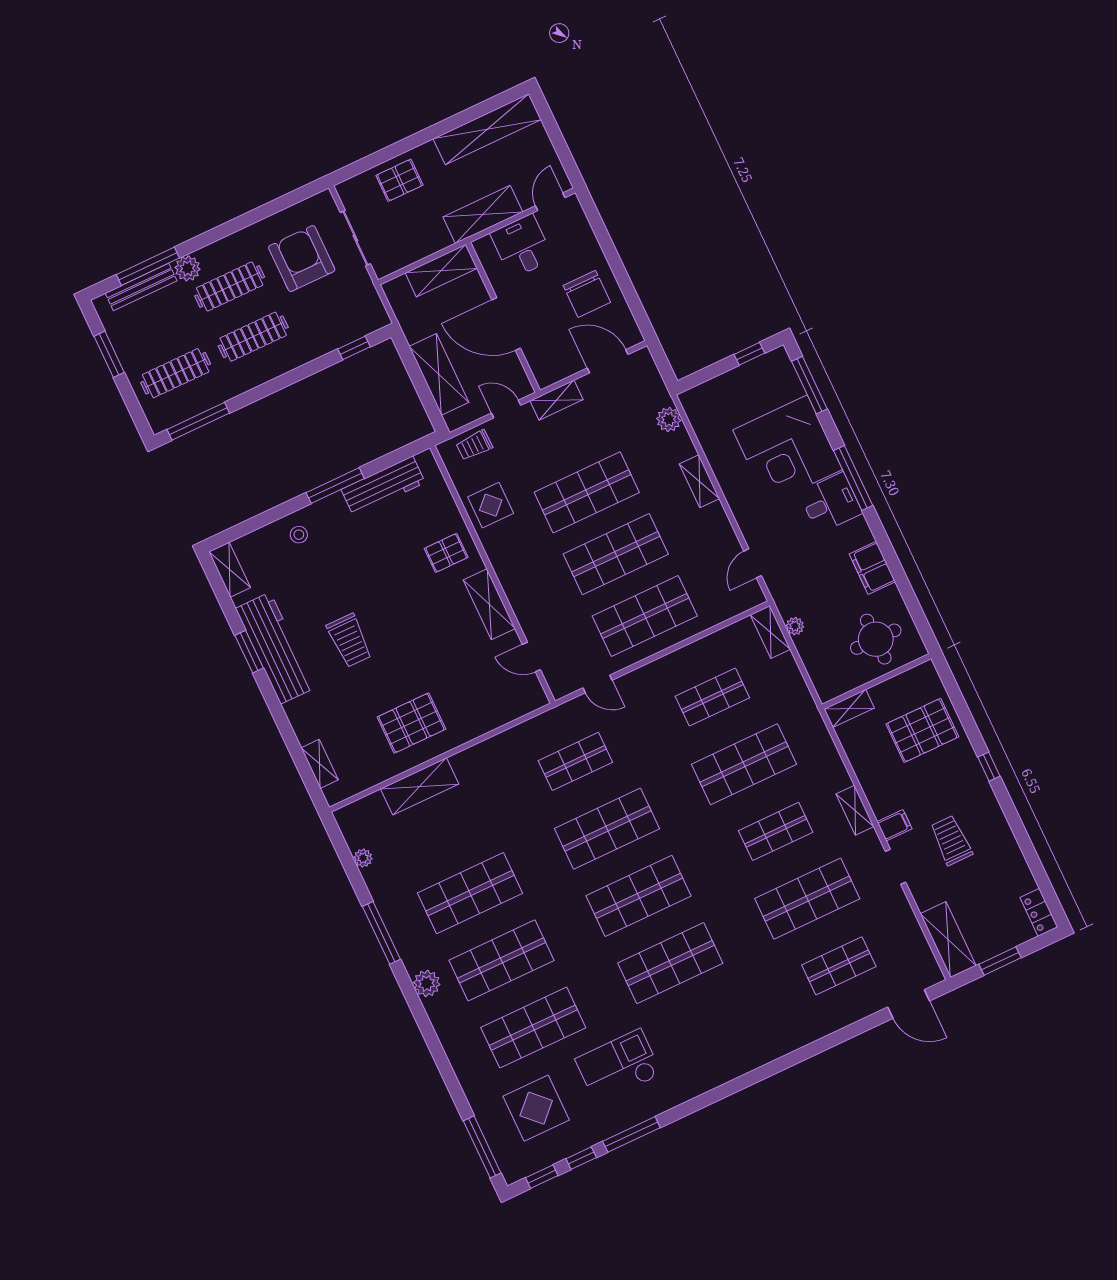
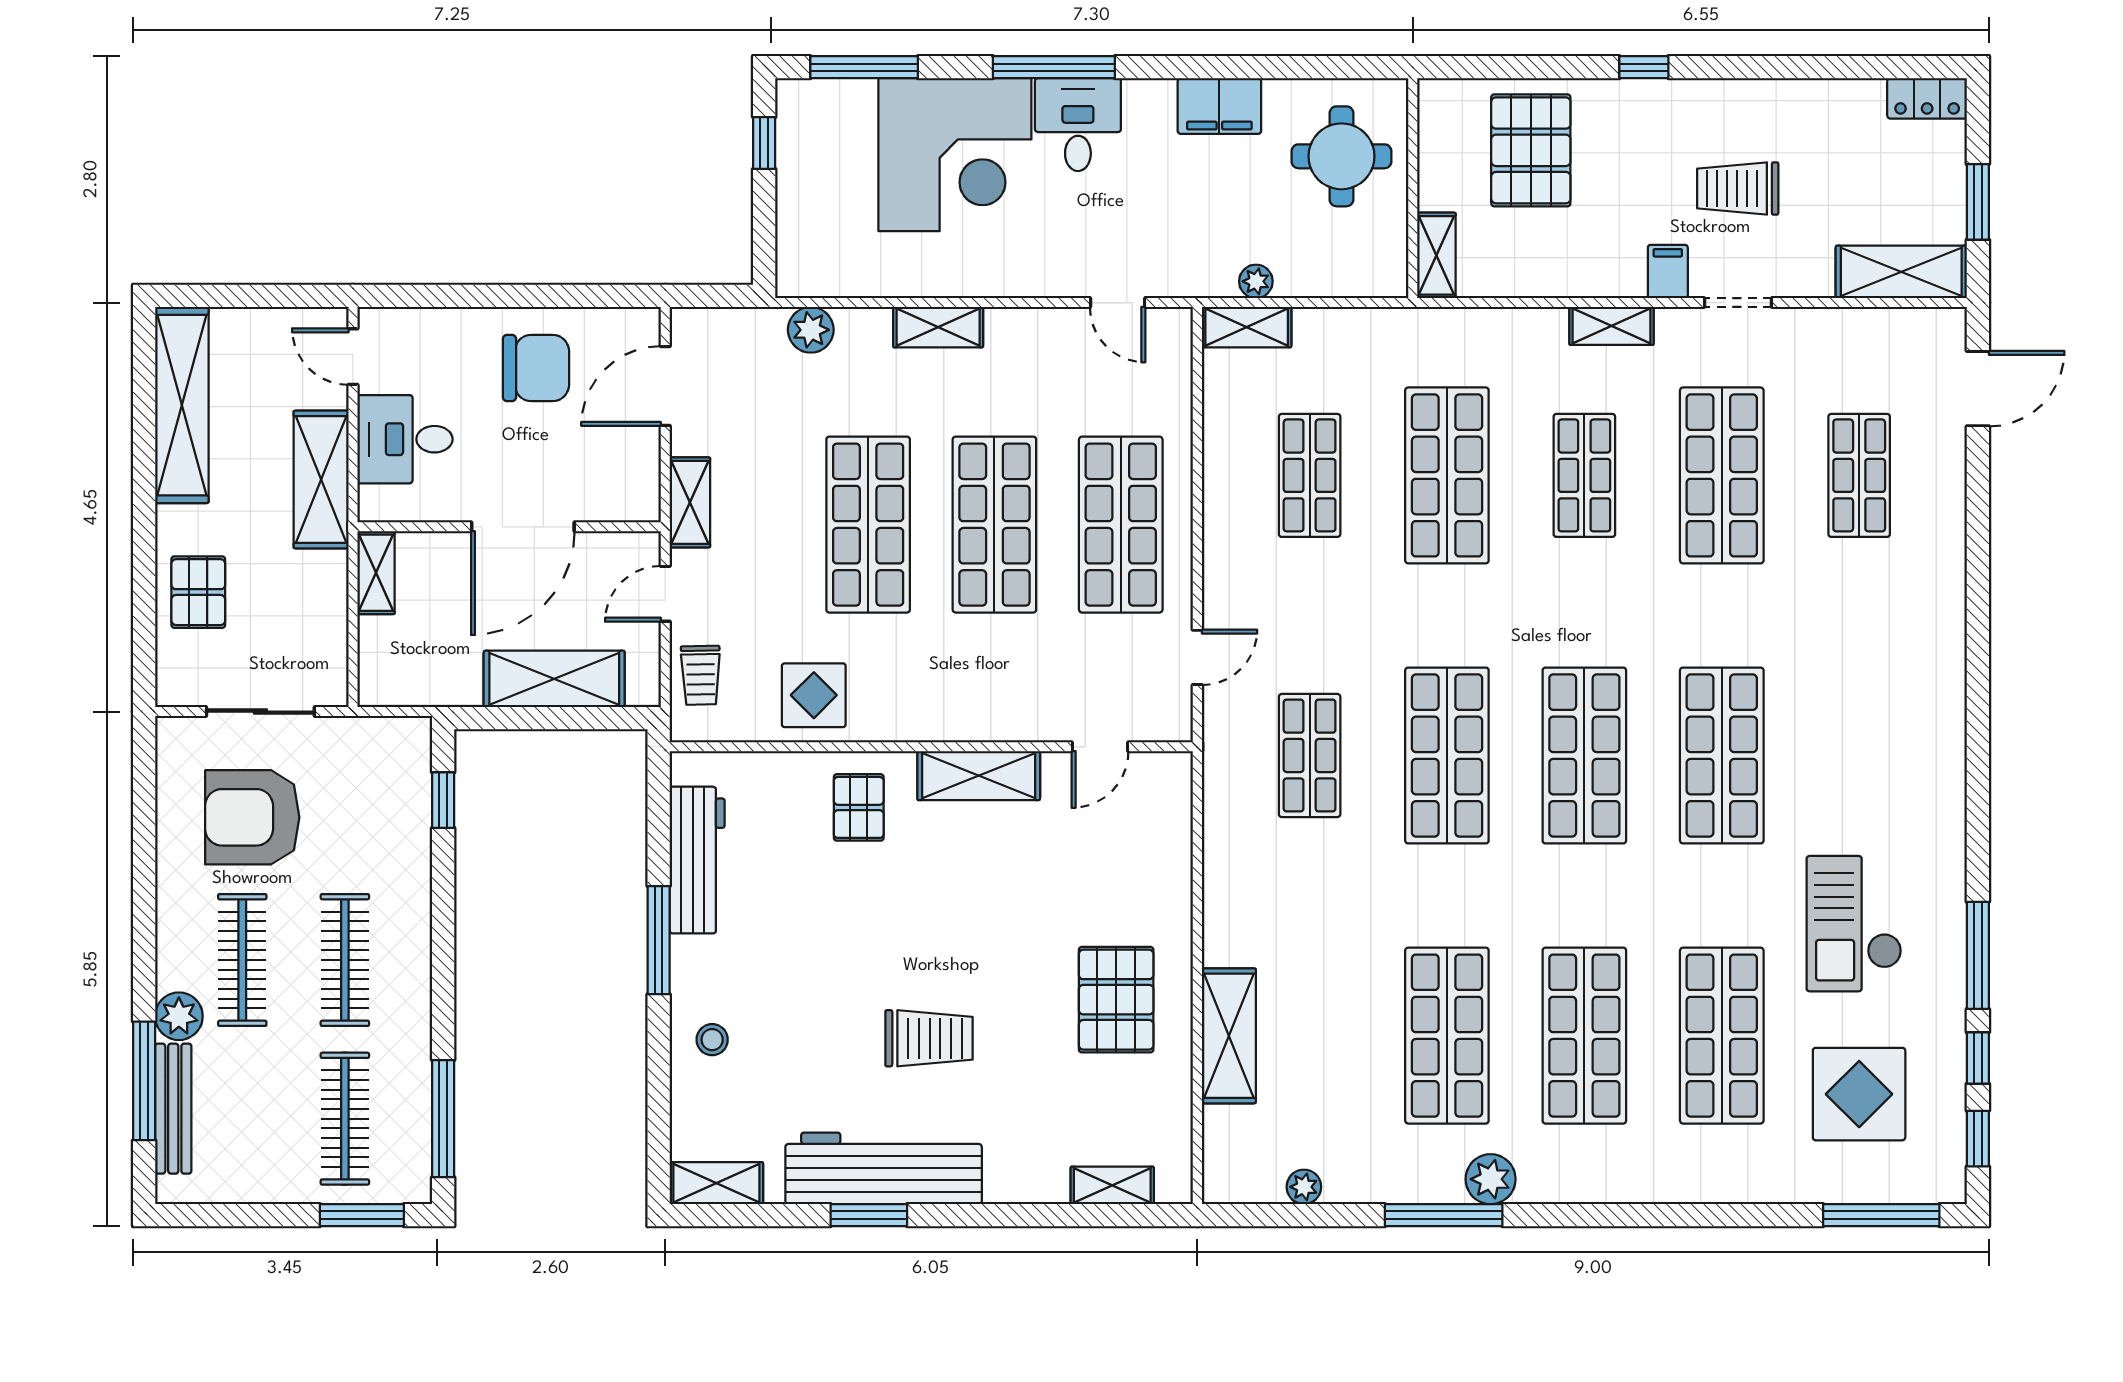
shelving: (441, 271) -> (376, 573), width x0.67, depth x0.75
window: (109, 354) -> (362, 1215), moved
plant: (427, 983) -> (1491, 1179), moved

